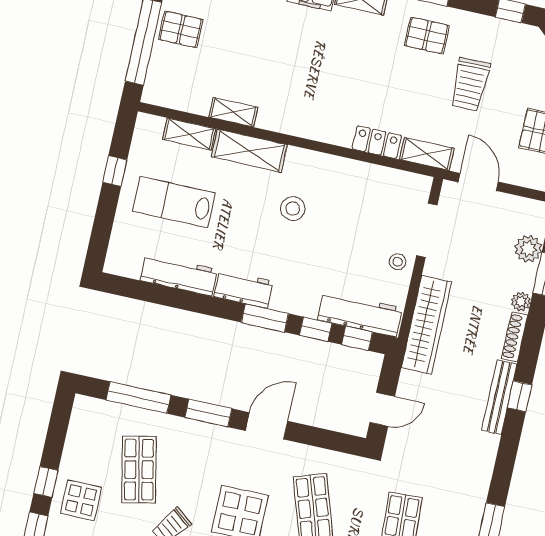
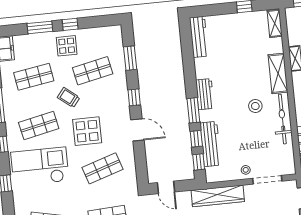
shelving: (189, 134) -> (275, 23), moved
bicycle: (331, 169) -> (282, 119), added
lab bench: (174, 202) -> (238, 43), removed
workbench: (179, 275) -> (199, 37), moved
workbench: (360, 314) -> (210, 144), moved
window: (139, 398) -> (130, 58), width x0.69
window: (208, 413) -> (134, 97), width x0.67

